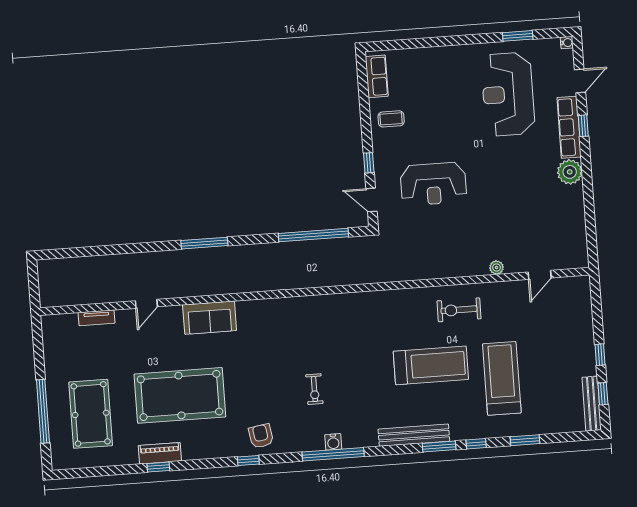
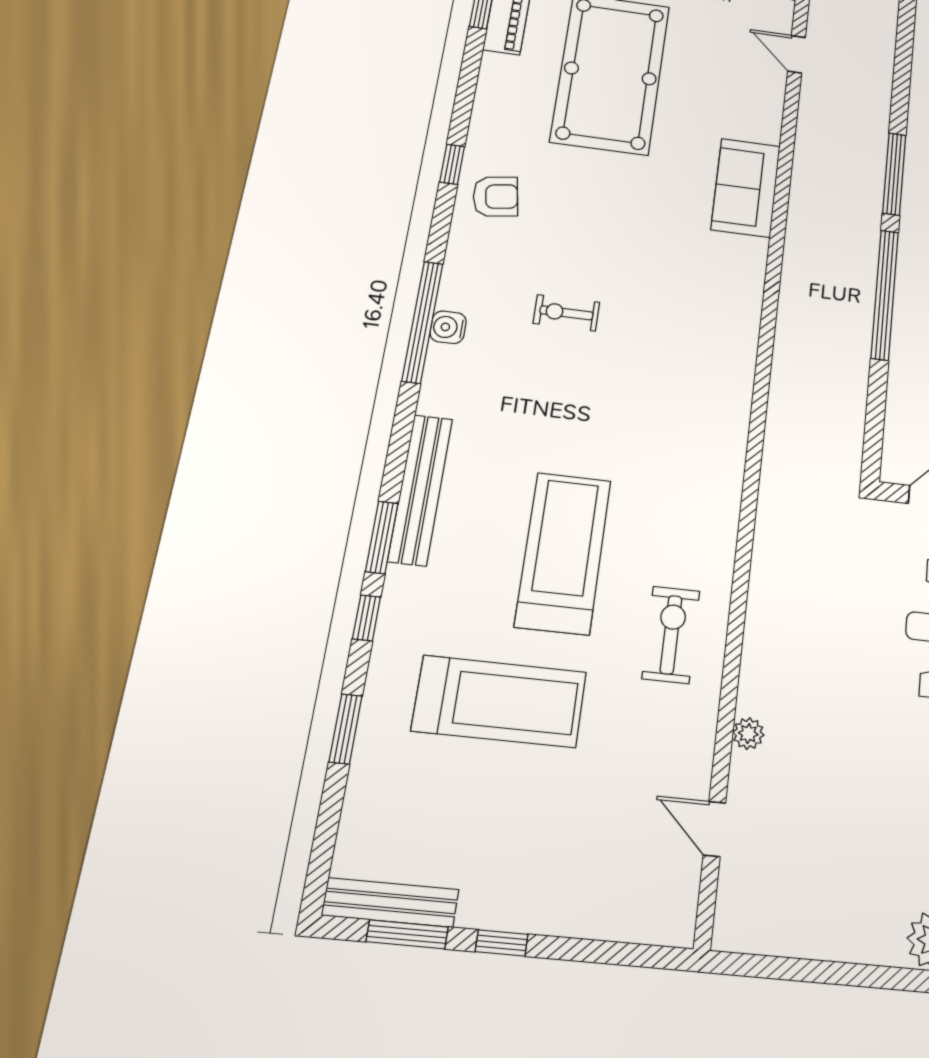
window: (313, 235) -> (885, 295), moved
sofa: (210, 318) -> (746, 188), moved
treadmill: (431, 365) -> (563, 553), turned 180
window: (603, 394) -> (407, 934), width x1.50

